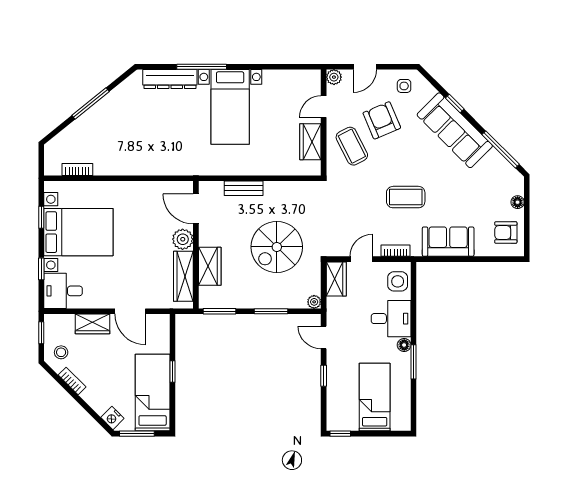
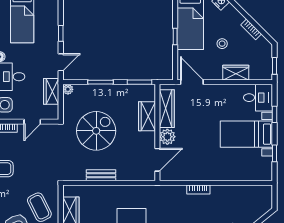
bookcase: (77, 169) -> (198, 190), moved
bench: (244, 188) -> (101, 175), moved
door: (196, 209) -> (157, 160), hinge flipped
bed with nightstands: (78, 232) -> (246, 134), width x0.73
wardrobe: (336, 279) -> (51, 91), moved
door: (130, 311) -> (192, 82), moved
door: (324, 337) -> (61, 62), hinge flipped
stool: (61, 352) -> (222, 44), moved

